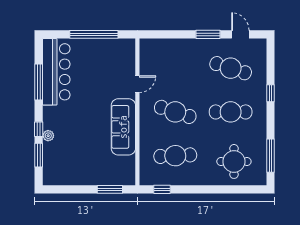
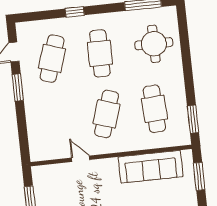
sofa: (123, 127) -> (151, 167), moved
window: (162, 189) -> (193, 119), width x1.50

